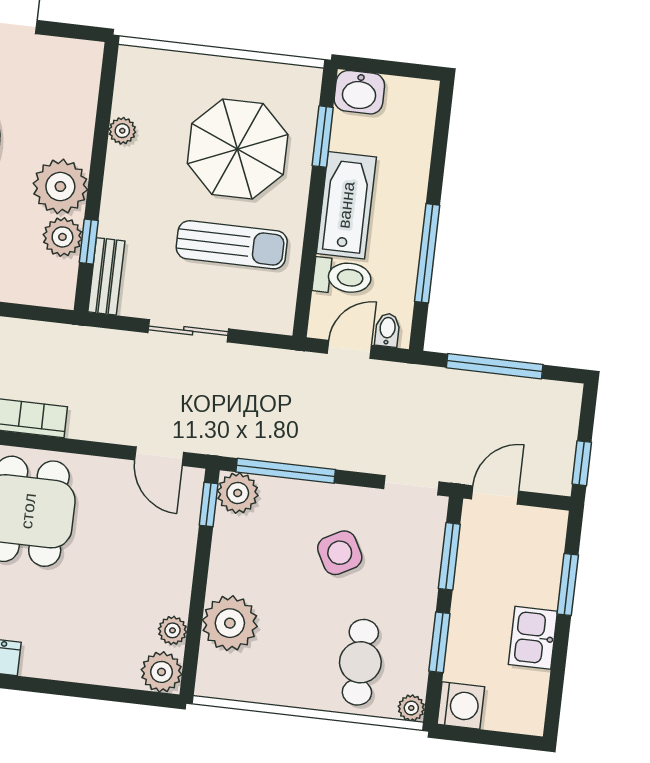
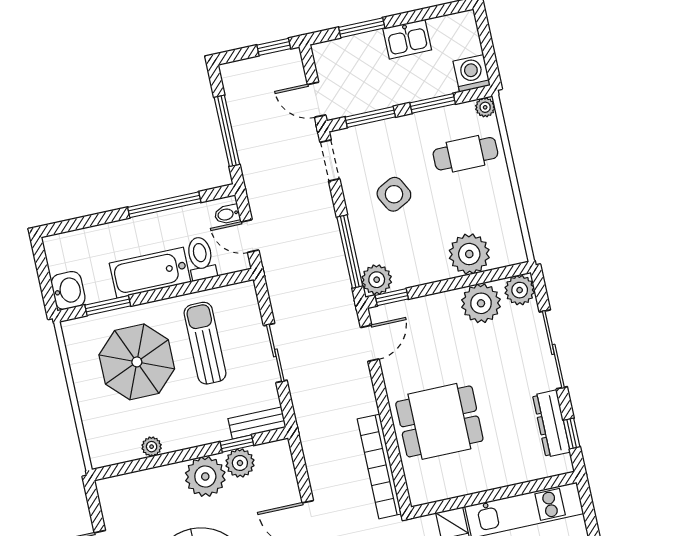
plant: (172, 630) -> (481, 303), width x1.88, depth x1.88
sliding door: (71, 689) -> (553, 349), added

